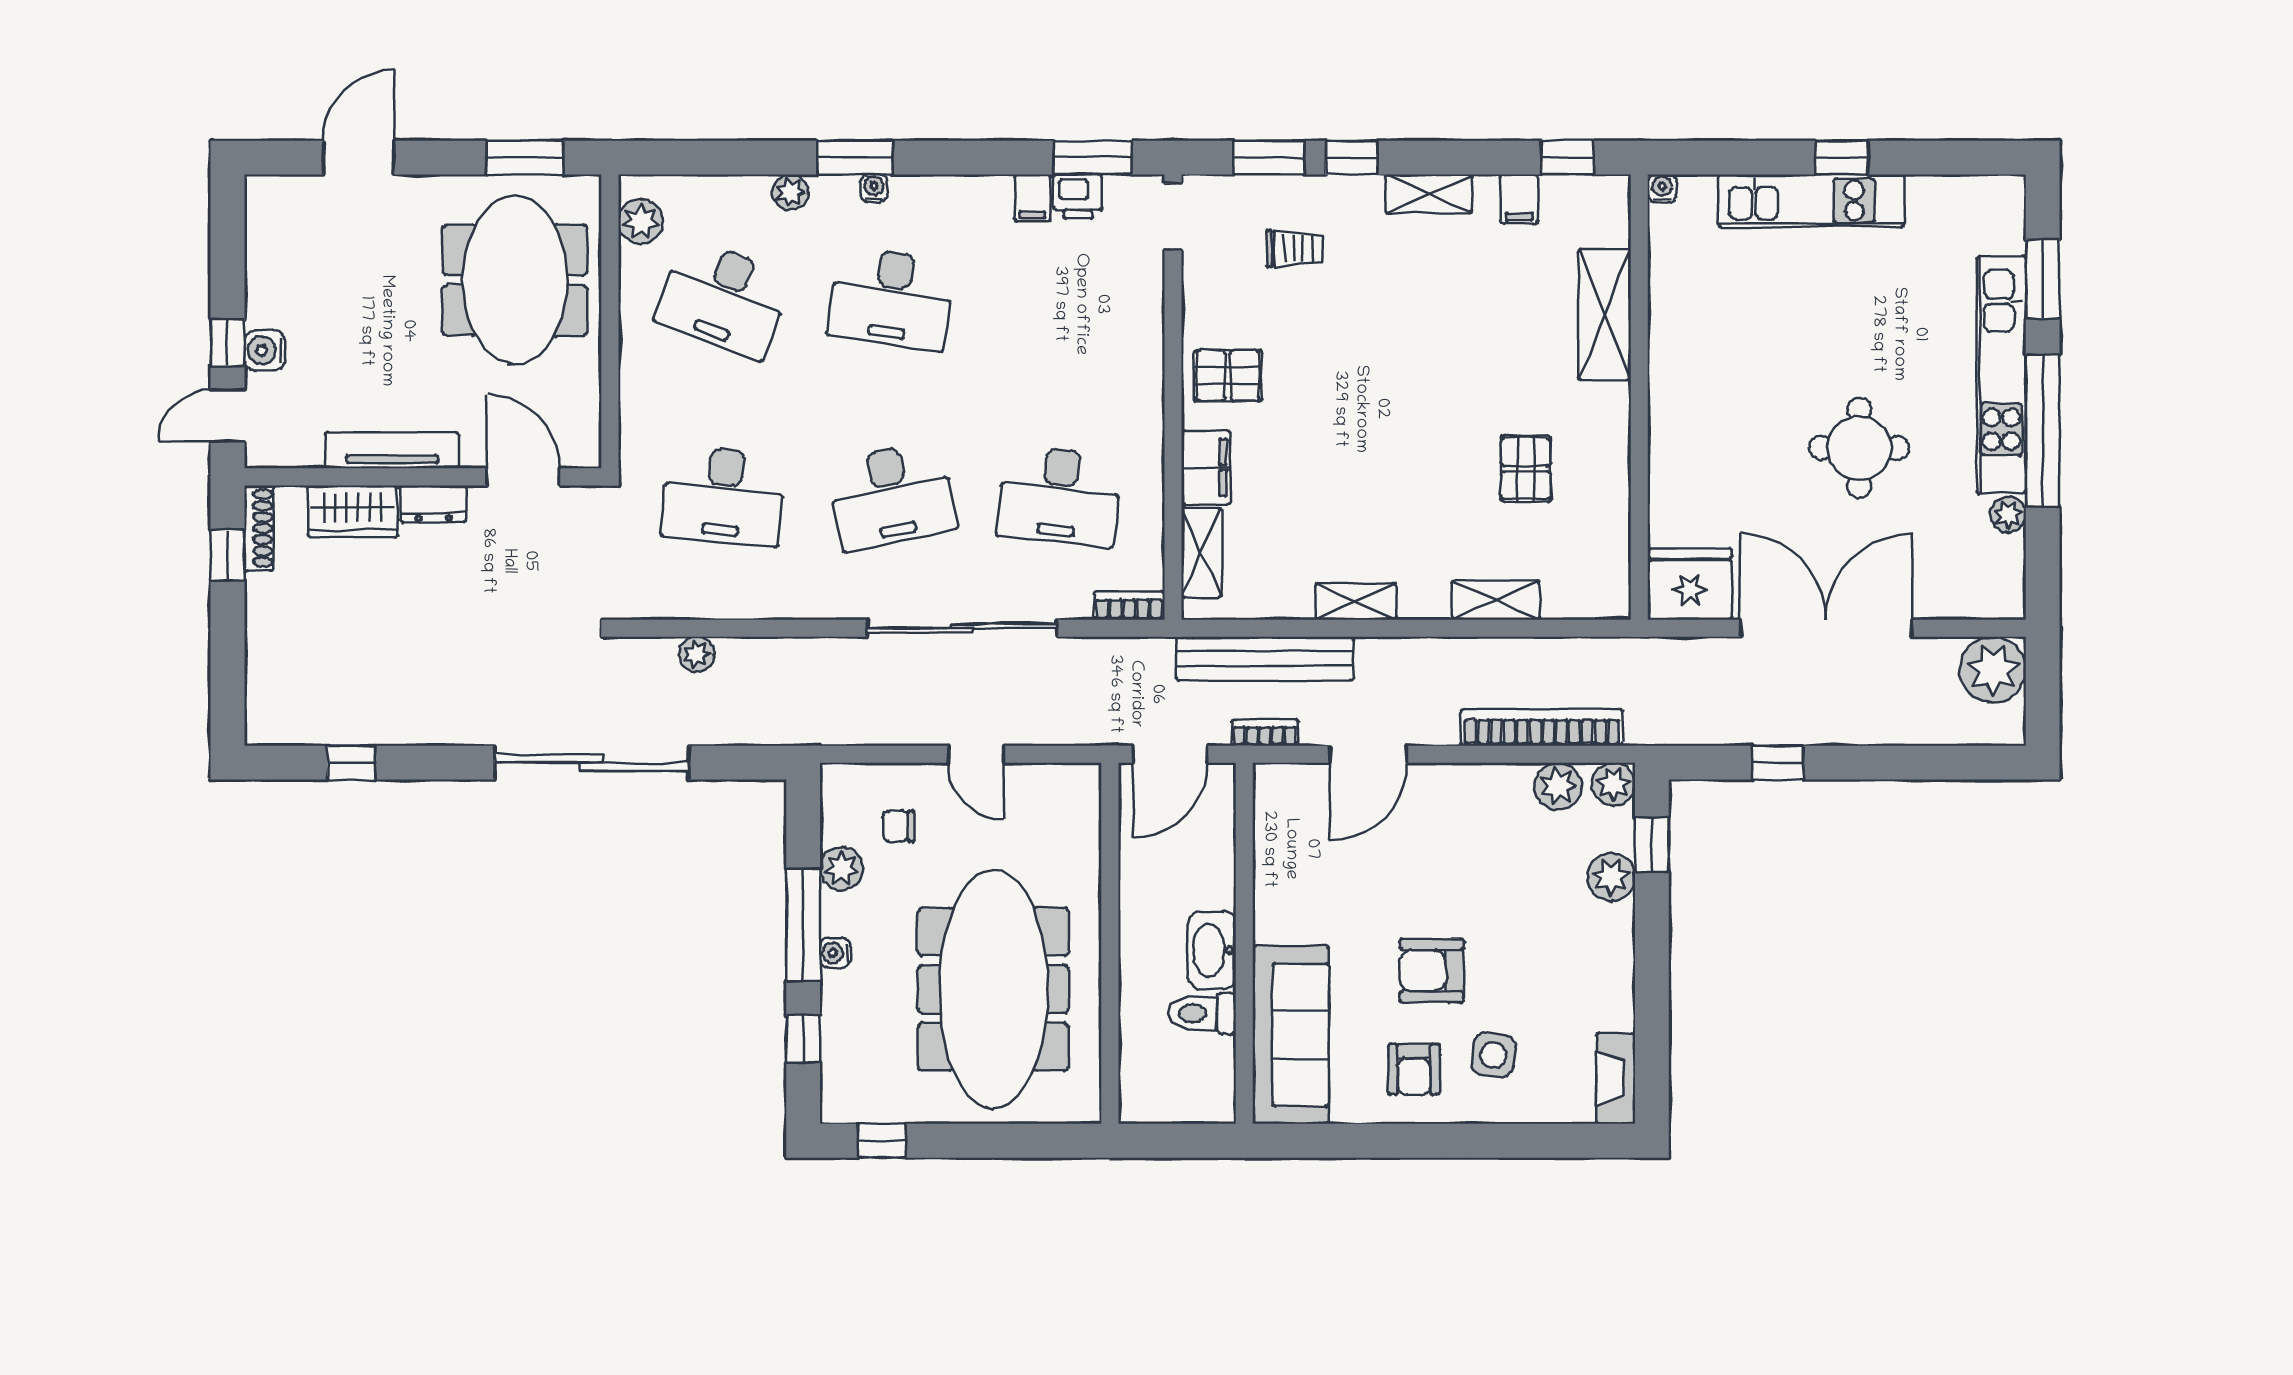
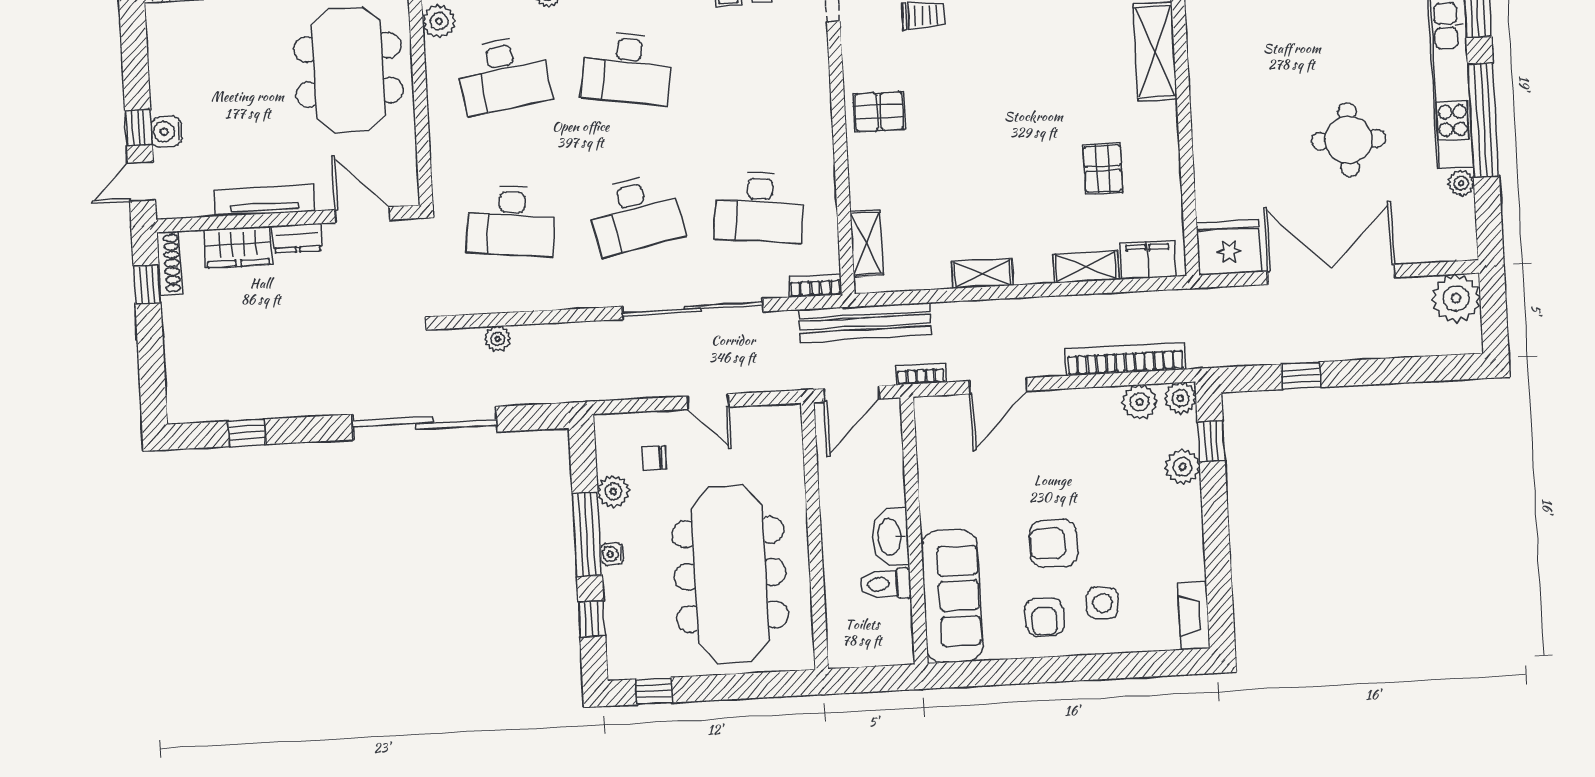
desk: (724, 298) -> (503, 75), turned -30
filing cabinet: (1206, 468) -> (1148, 260), moved, turned -90
bench: (1265, 659) -> (865, 322), moved

